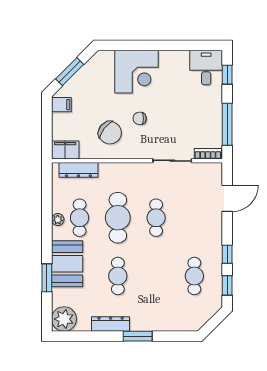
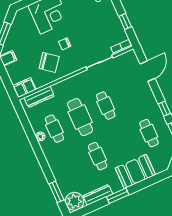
window: (227, 124) -> (125, 21), width x0.46
booth: (67, 264) -> (135, 171), moved, turned 90
window: (47, 278) -> (56, 192), moved
dresser: (111, 324) -> (98, 195), moved
window: (138, 336) -> (118, 196), moved

